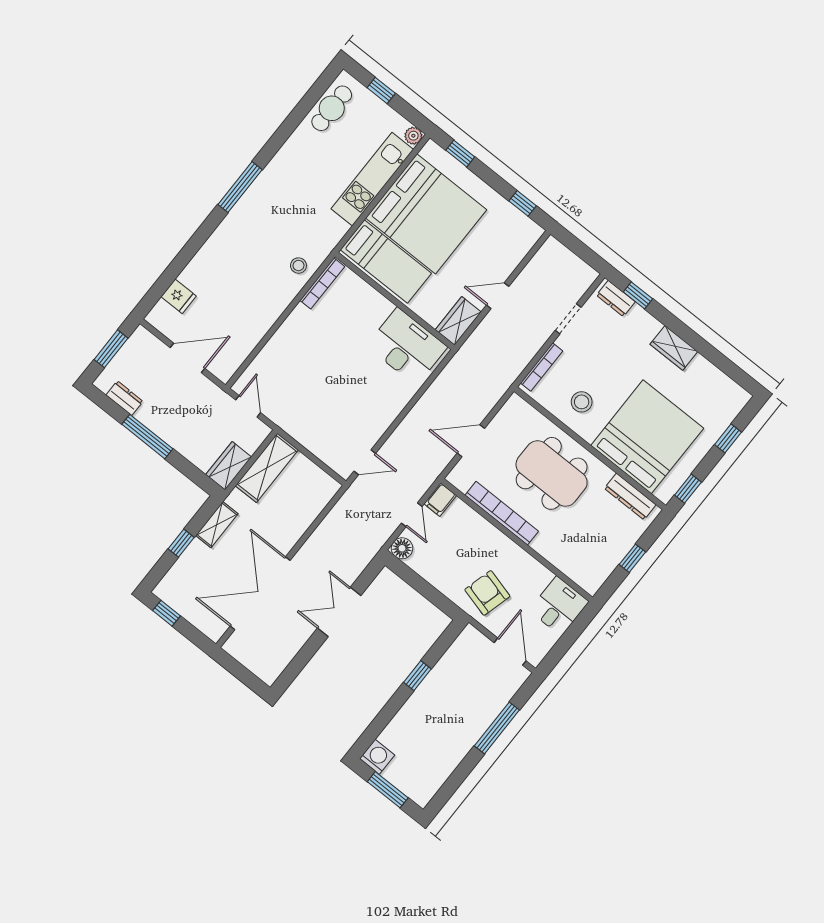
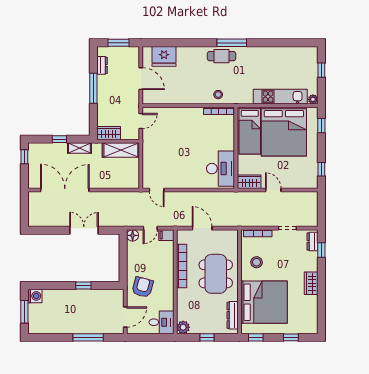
cafe table: (332, 108) -> (222, 56), moved
fridge: (179, 296) -> (164, 56), width x1.88, depth x1.34
plant: (591, 581) -> (183, 327), added

